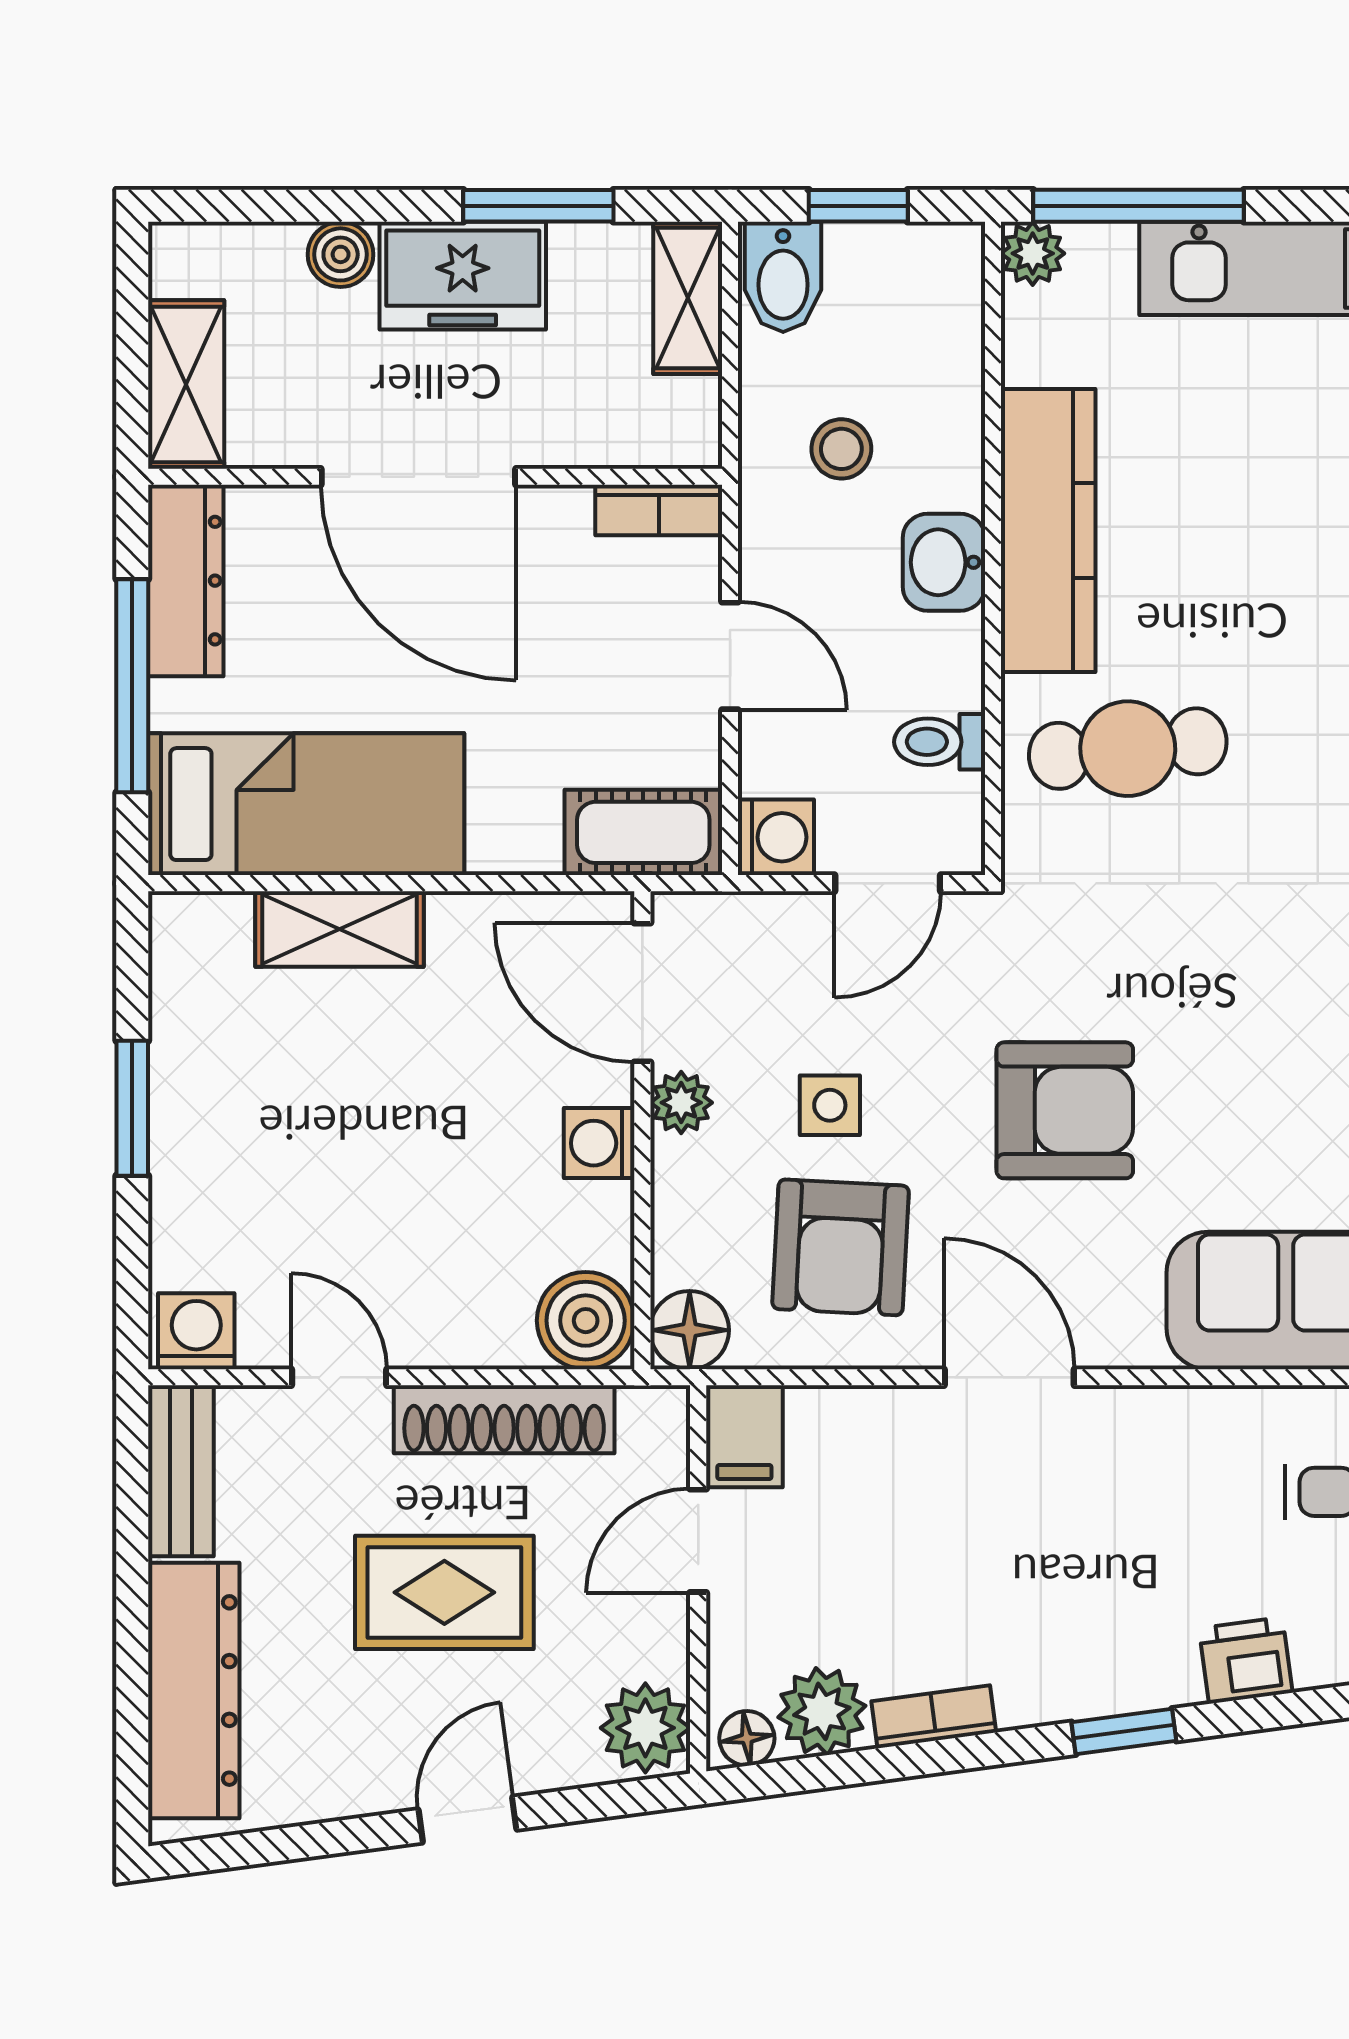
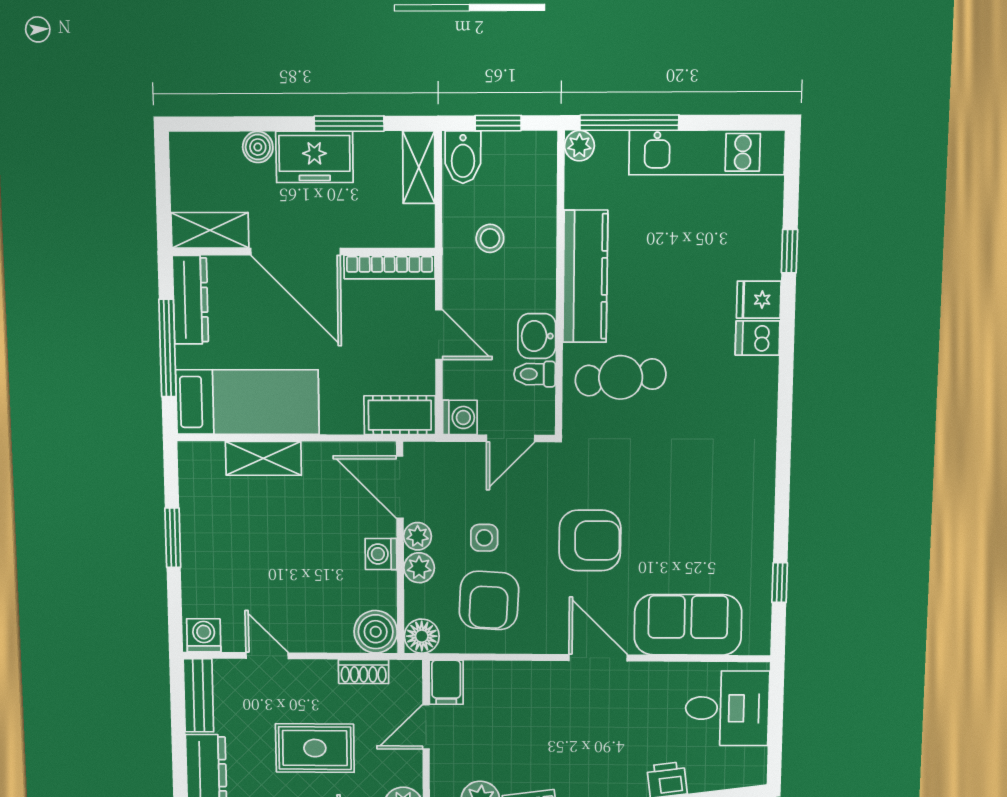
shelving: (186, 384) -> (210, 230), moved, turned 90
bookcase: (659, 510) -> (390, 267), width x1.56
washbasin: (944, 562) -> (537, 336), moved
plant: (684, 1174) -> (419, 568), added
door: (1009, 1377) -> (598, 658), moved
shoe rack: (504, 1419) -> (364, 672), width x0.51, depth x0.81

